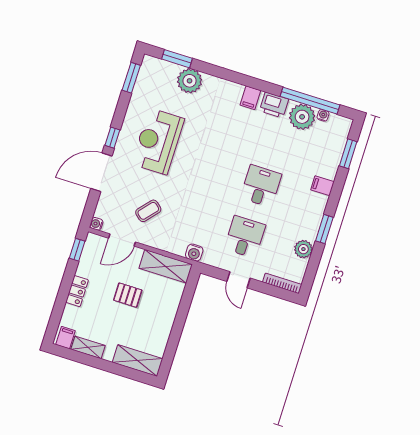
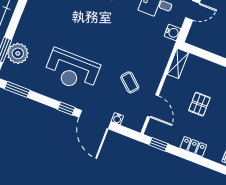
plant: (190, 81) -> (18, 53), moved
water cooler: (96, 224) -> (117, 119), moved
water cooler: (194, 253) -> (173, 32), moved
shelving: (166, 266) -> (178, 63), width x0.67, depth x0.75

